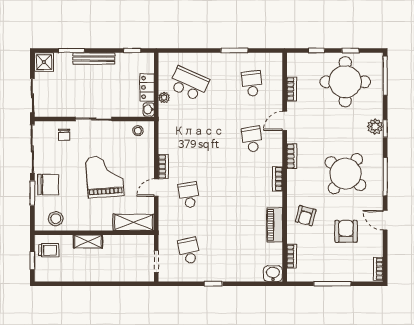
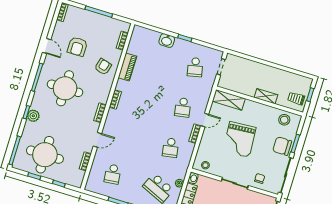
school desk: (252, 139) -> (171, 148), moved
round table: (345, 174) -> (65, 88), turned -38
washbasin: (273, 274) -> (167, 40), moved

